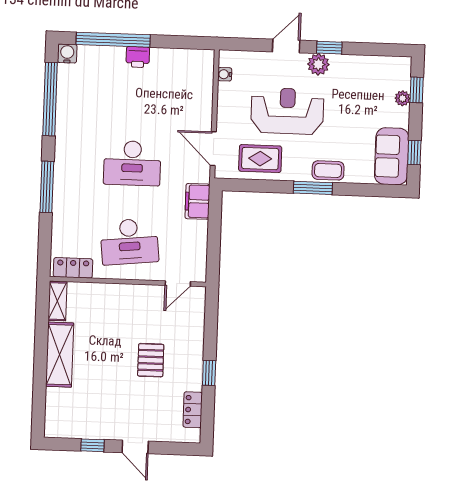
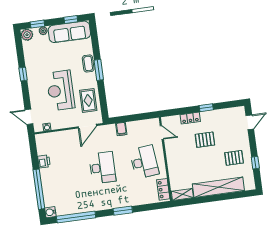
door: (286, 46) -> (29, 117), moved
printer: (138, 57) -> (44, 161), moved
plant: (318, 64) -> (27, 35), moved
sofa: (392, 156) -> (69, 32), width x1.36
window: (47, 187) -> (123, 211), width x0.69
filing cabinet: (197, 201) -> (121, 129), width x0.50
shelving: (60, 355) -> (218, 187), width x1.47
pallet: (108, 408) -> (234, 158), added
locker: (193, 410) -> (190, 118), moved
door: (135, 447) -> (250, 122), moved

